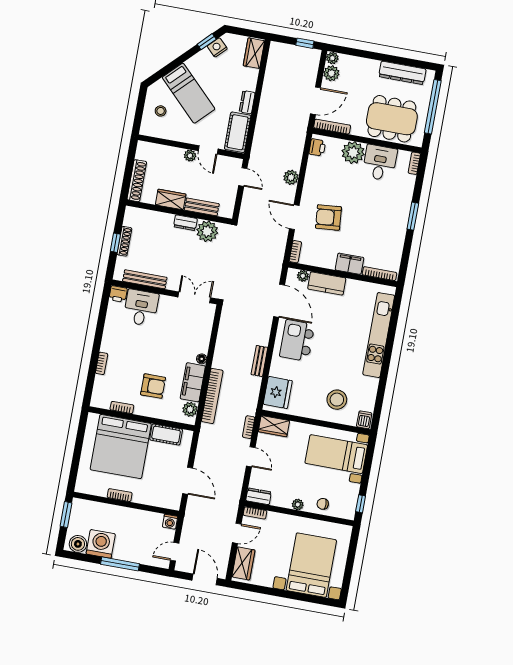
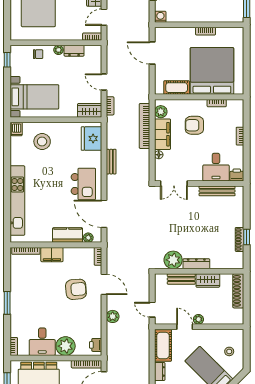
dresser: (185, 223) -> (196, 264), width x1.44
bench: (145, 279) -> (217, 191), moved
wall: (165, 292) -> (199, 184), moved
printer: (118, 294) -> (237, 175), moved
double door: (194, 297) -> (174, 184), moved
desk: (141, 308) -> (216, 167), moved
dresser: (259, 496) -> (74, 51), moved

